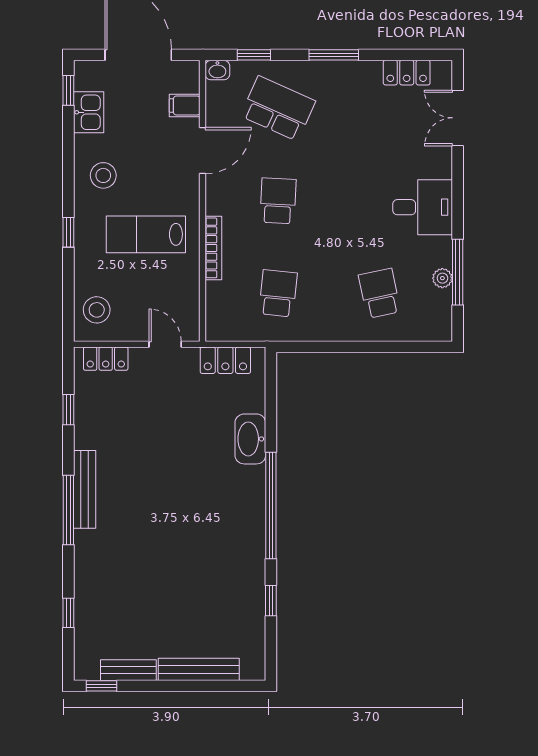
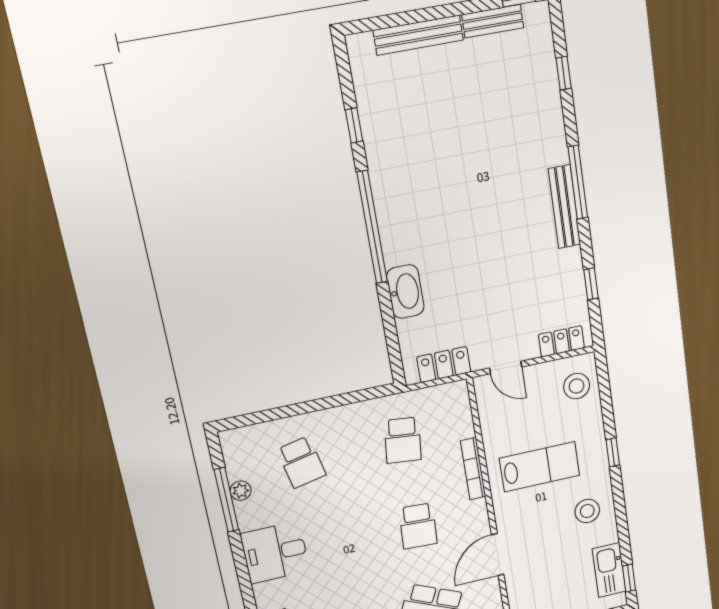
filing cabinet: (185, 105) -> (521, 590), removed
kitchen sink: (89, 112) -> (609, 570), width x1.38

